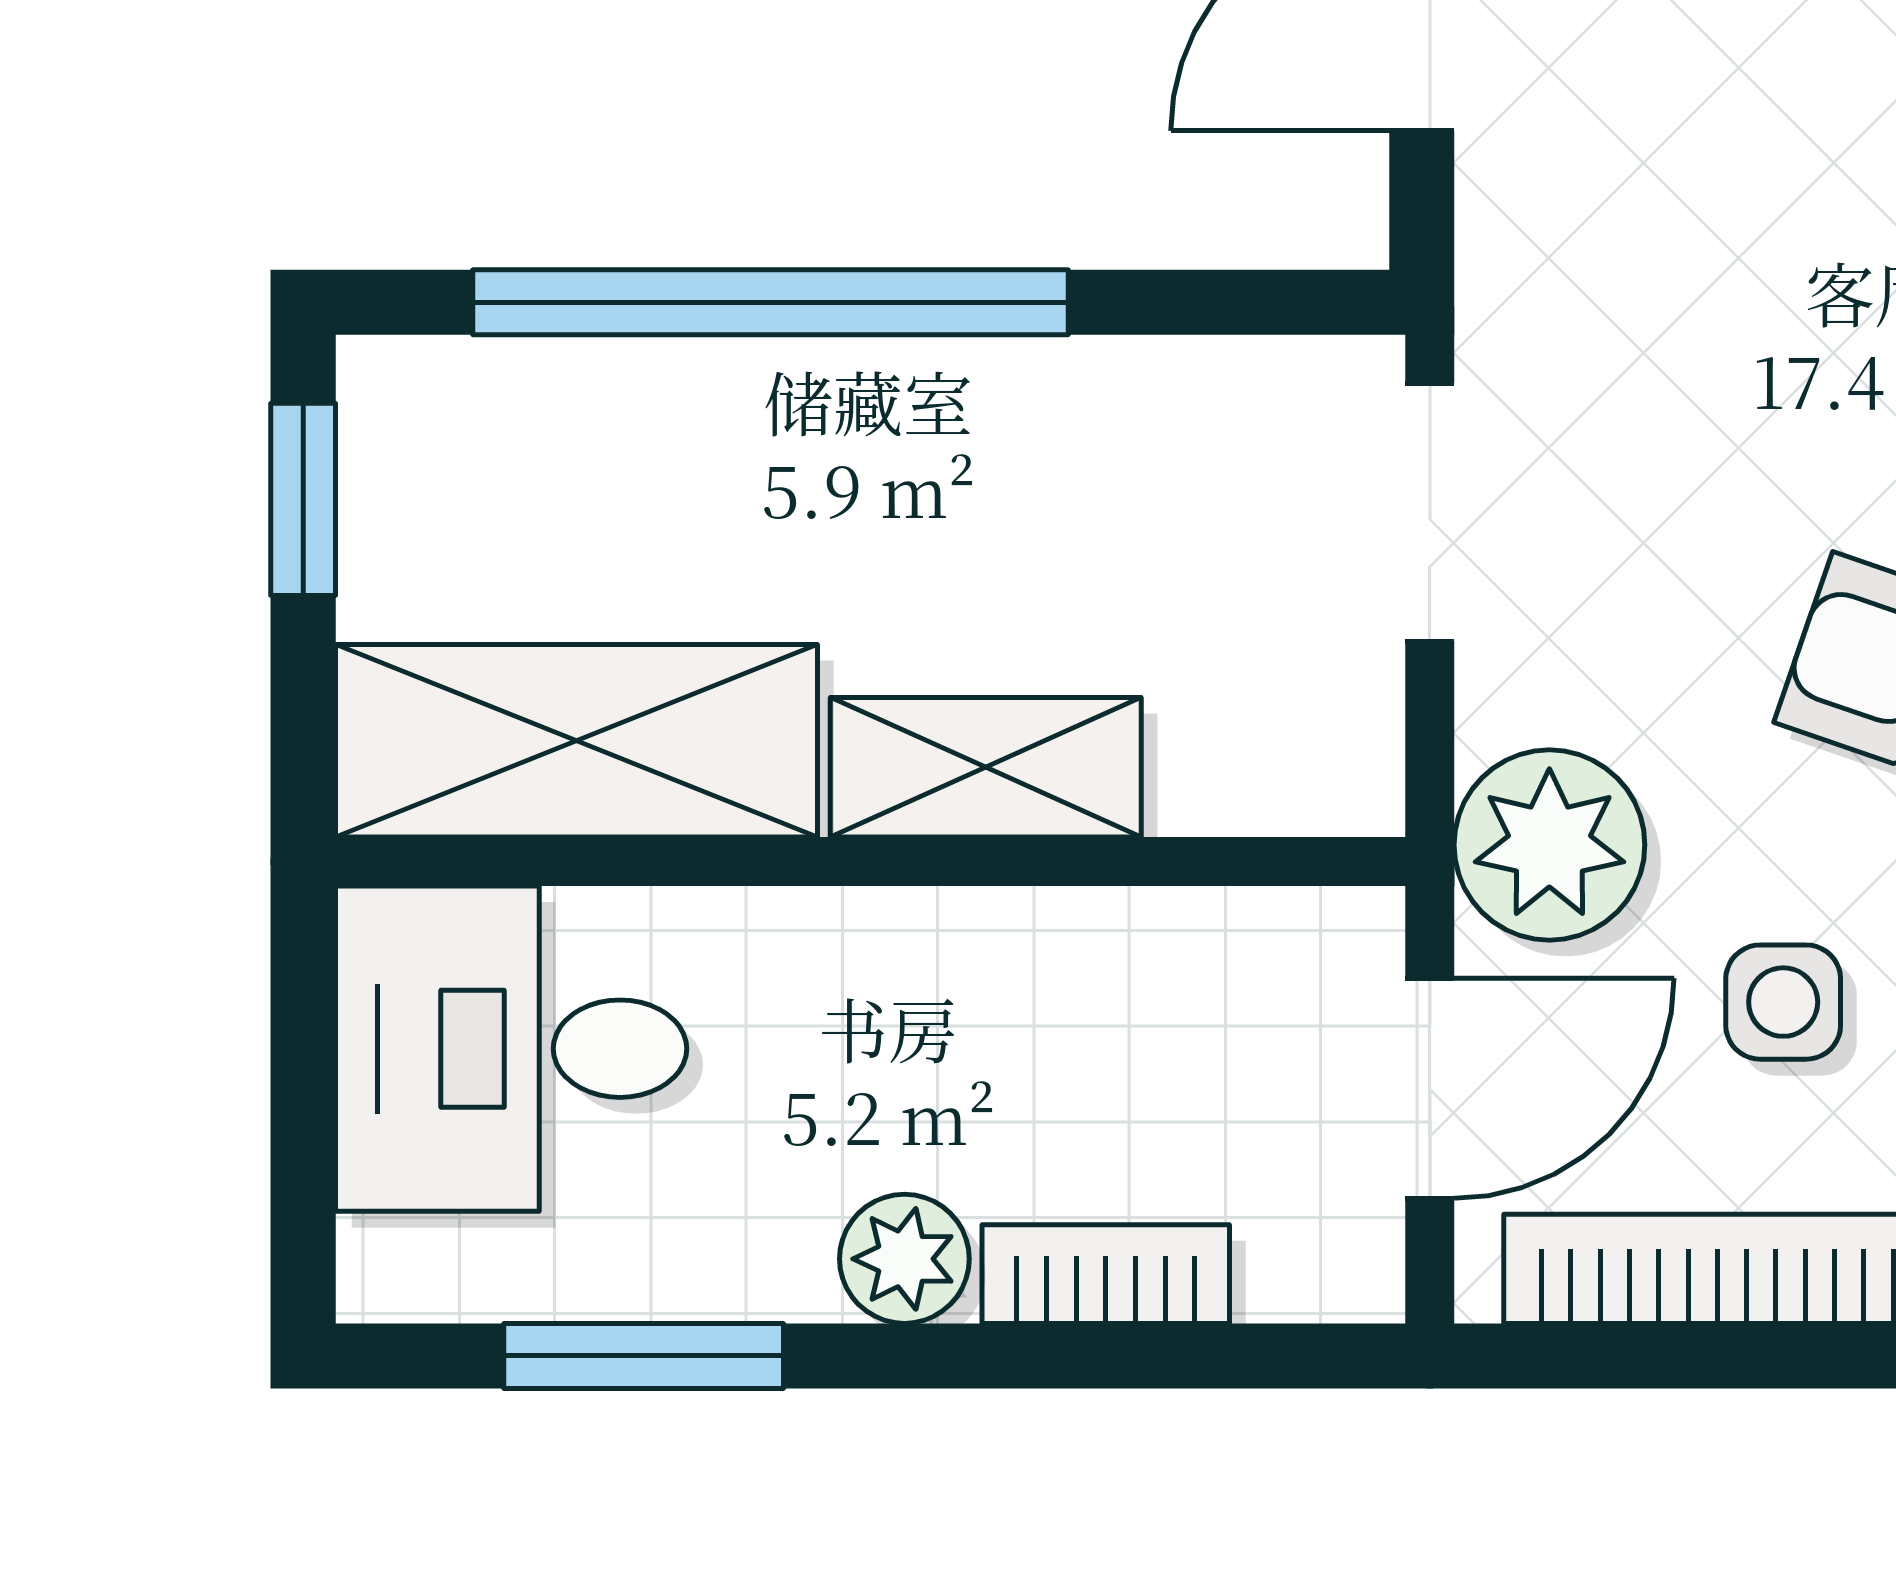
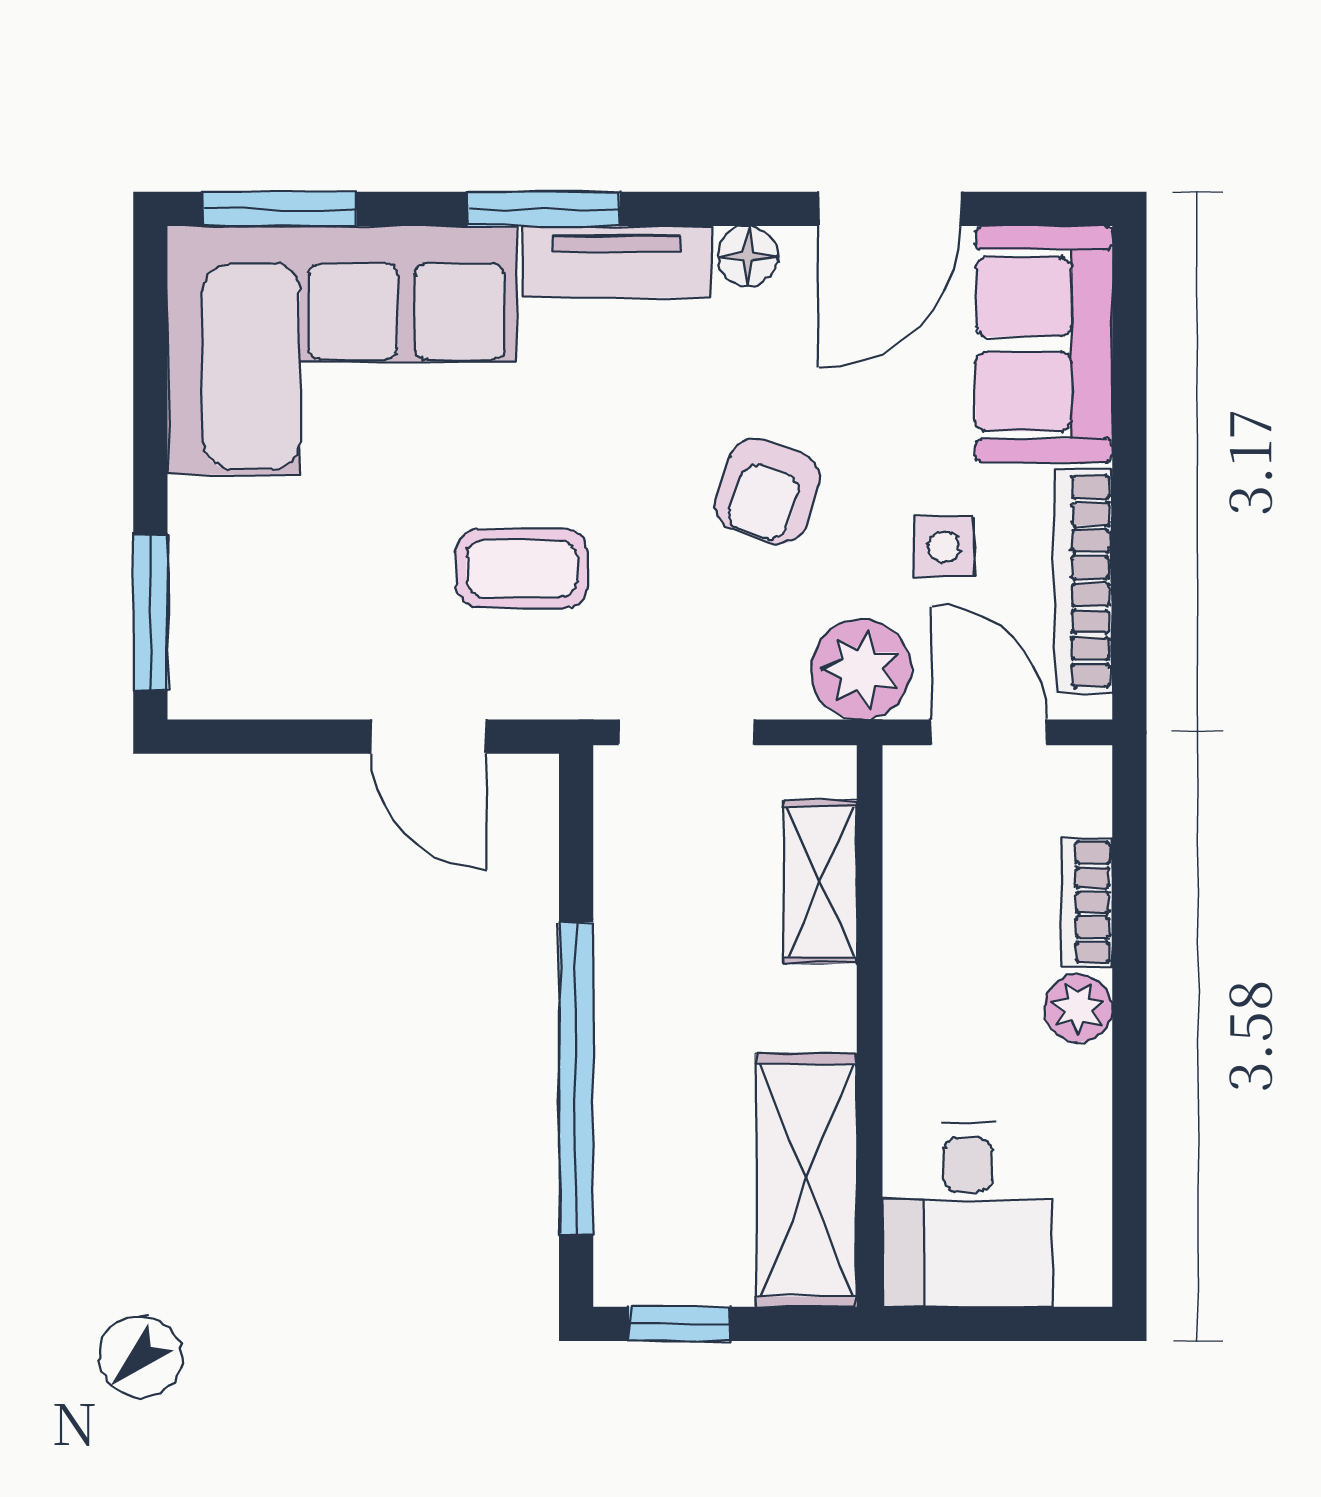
coffee table: (1741, 199) -> (522, 569), added
shelving: (986, 767) -> (820, 882), moved
window: (644, 1356) -> (1129, 1145), removed

